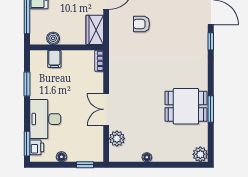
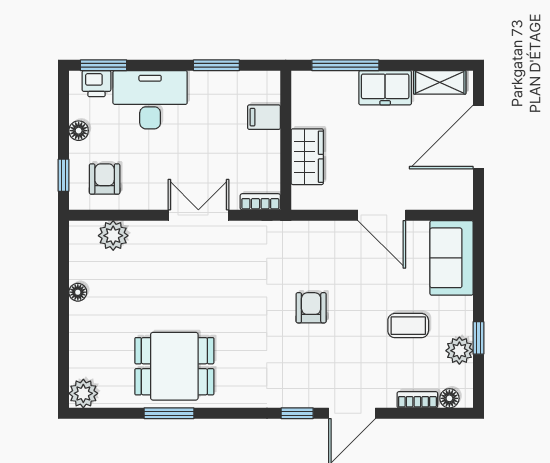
armchair: (142, 24) -> (311, 308), moved
wardrobe: (95, 30) -> (307, 157), moved, turned 90
boiler: (53, 38) -> (303, 115), removed
dining table: (186, 106) -> (174, 366), turned 90
double door: (106, 109) -> (198, 215), moved
armchair: (87, 143) -> (105, 179), added

